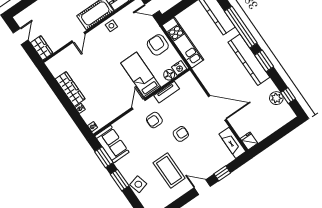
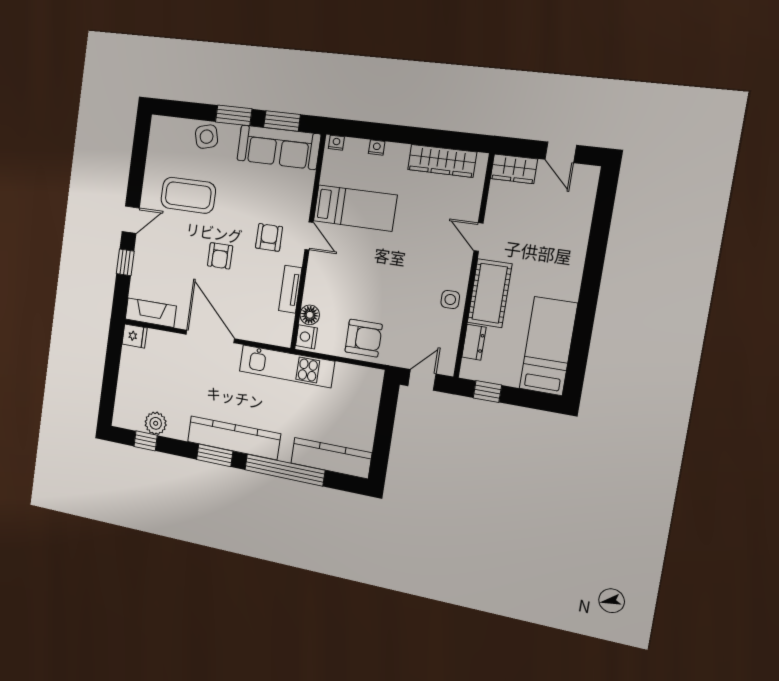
kitchen unit: (183, 43) -> (287, 366), moved
bed: (141, 75) -> (355, 208), moved
wardrobe: (70, 89) -> (442, 161), moved
door: (217, 108) -> (210, 337), swing flipped
sofa: (112, 144) -> (279, 147), width x1.36

